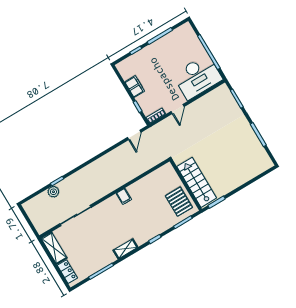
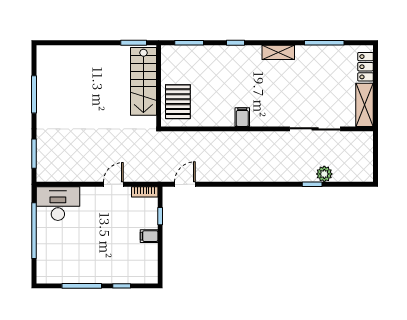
desk: (198, 77) -> (58, 204), width x0.73, depth x0.77
filing cabinet: (135, 87) -> (149, 236), width x0.50
pallet: (179, 202) -> (178, 102), moved

